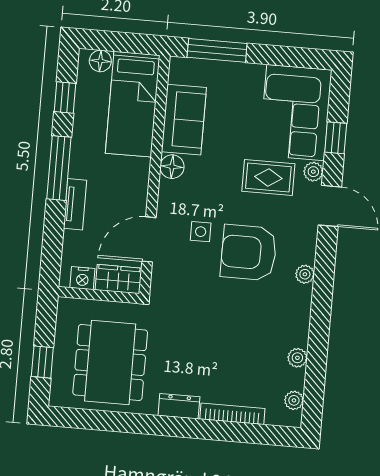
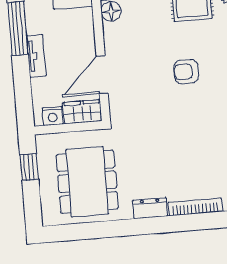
side table: (201, 232) -> (144, 61), removed
armchair: (249, 253) -> (186, 72), width x0.53, depth x0.53
window: (42, 362) -> (29, 167), moved

